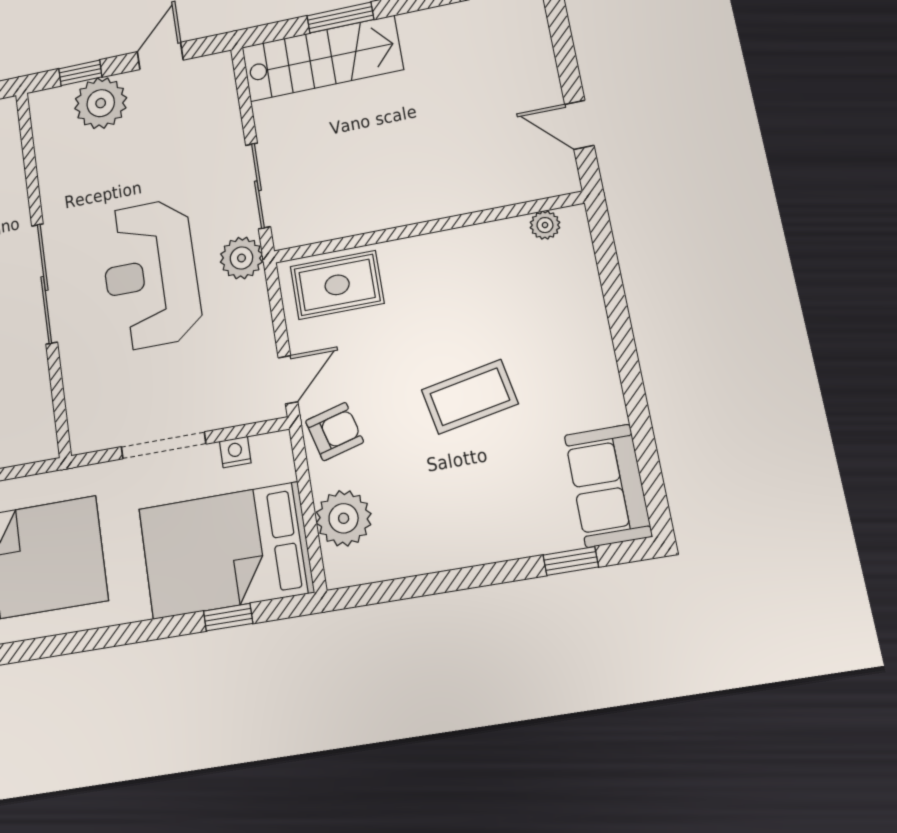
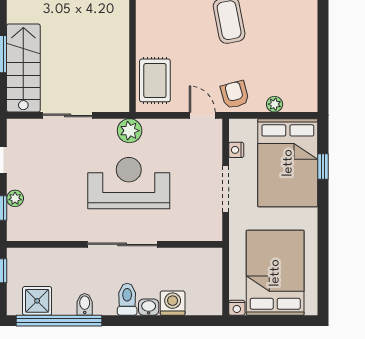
plant: (101, 103) -> (15, 198), width x0.53, depth x0.53
sliding door: (258, 186) -> (68, 115), moved
reception desk: (150, 274) -> (129, 183), turned 180
plant: (344, 518) -> (275, 104), width x0.53, depth x0.53

